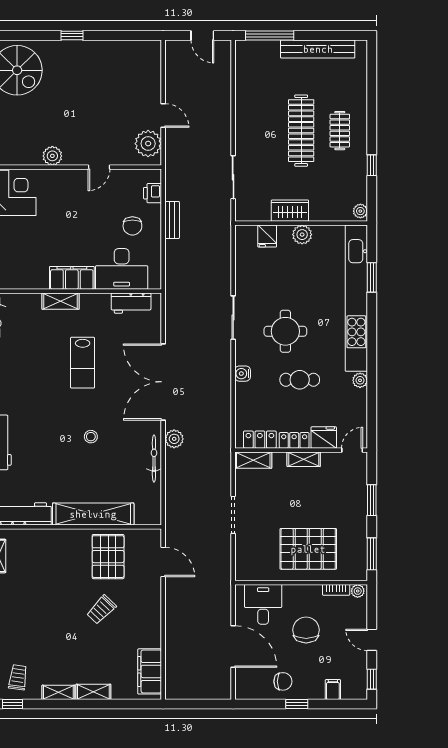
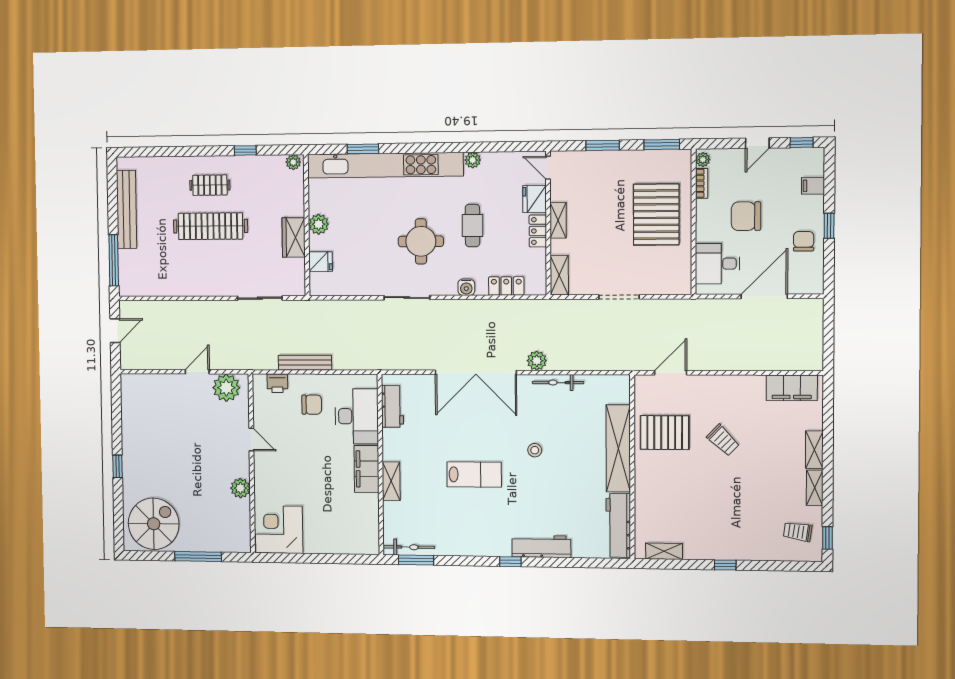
bench: (172, 220) -> (305, 363), width x1.36
lab bench: (83, 363) -> (474, 475), moved
locker: (260, 440) -> (506, 286), moved, turned 90

